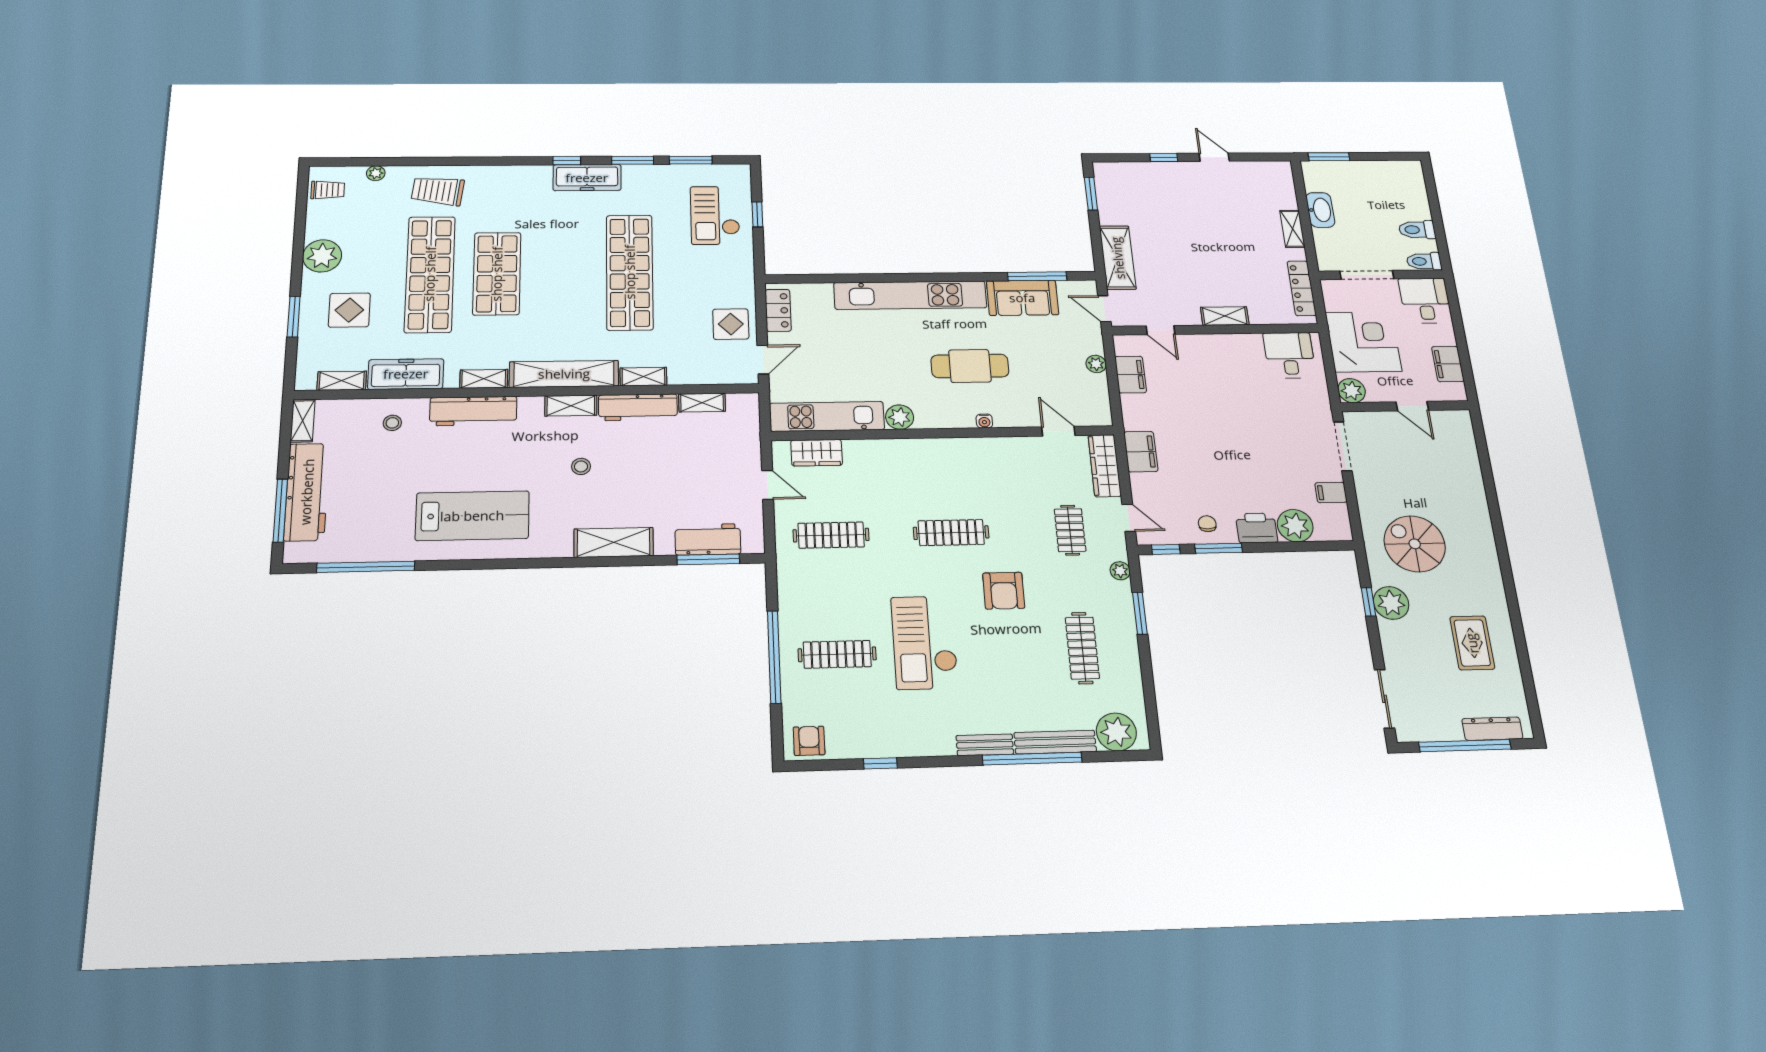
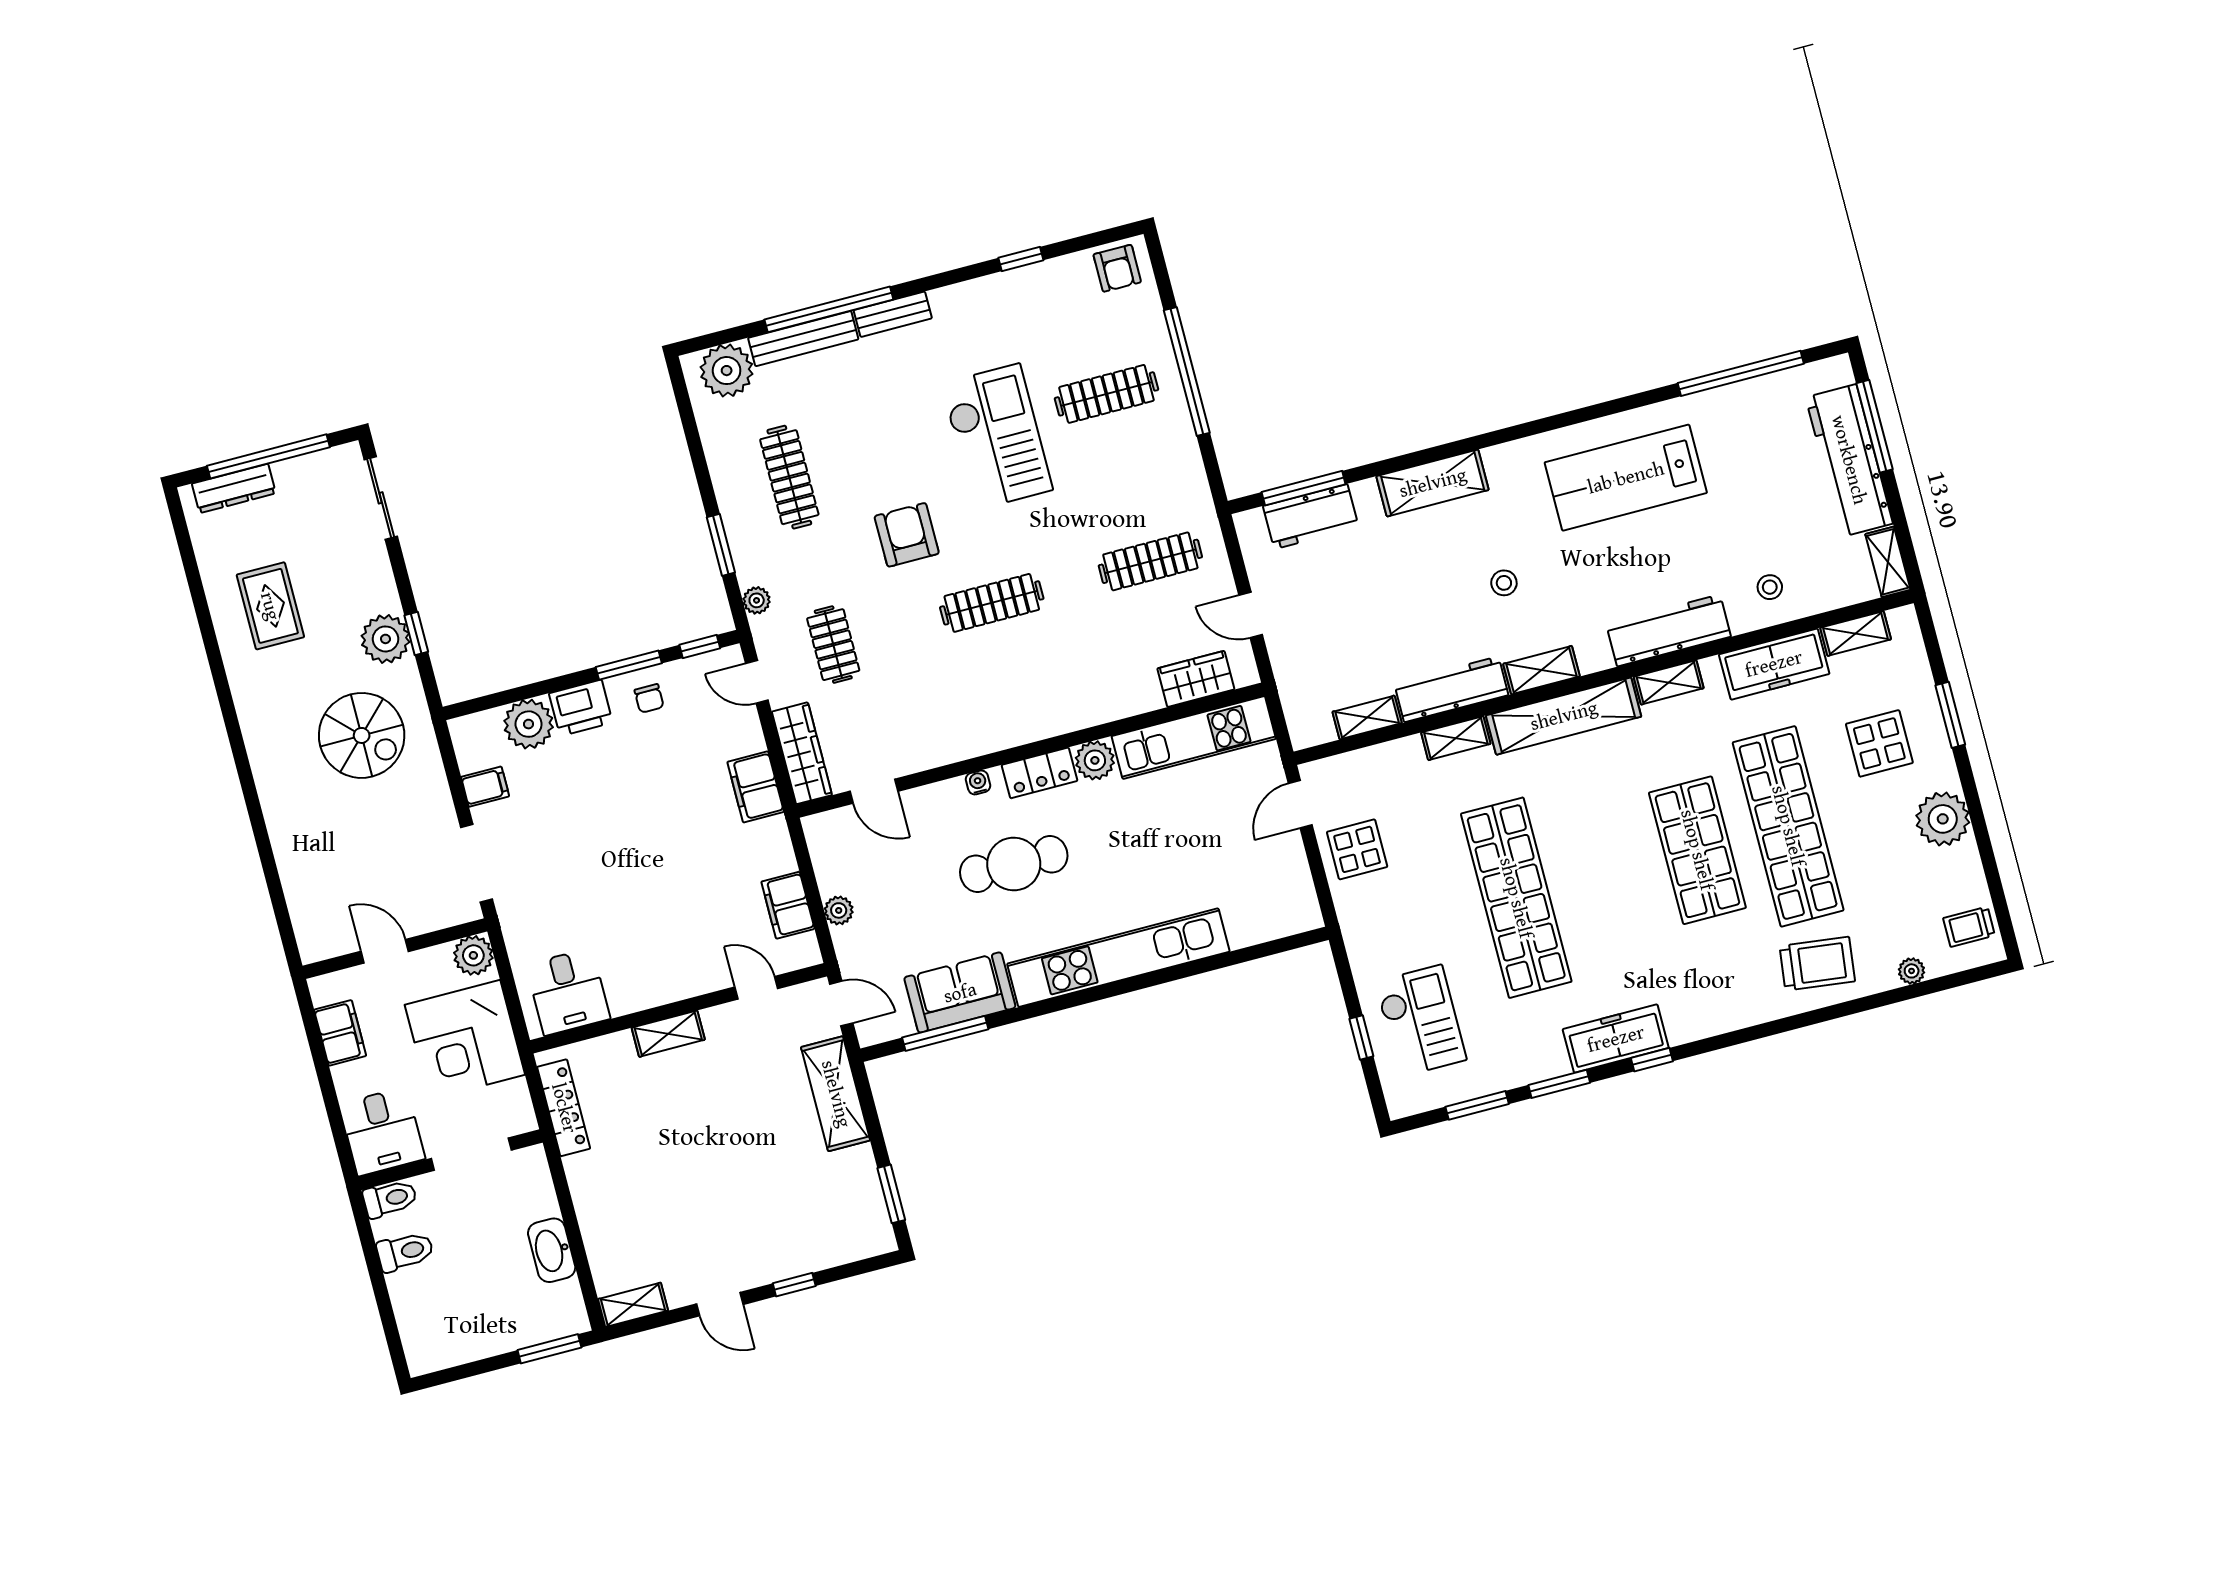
shelving: (1292, 229) -> (633, 1305), moved, turned 90
locker: (778, 310) -> (1040, 773), moved, turned -90

